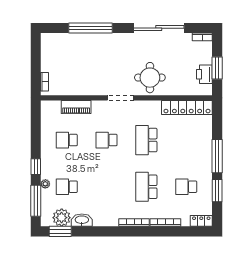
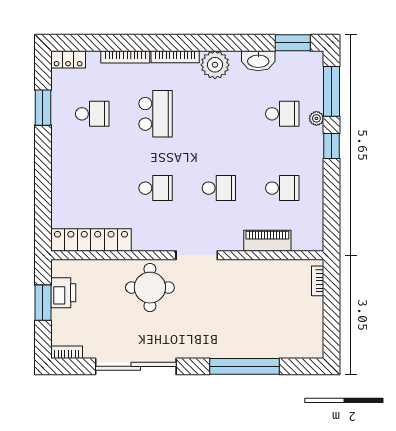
school desk: (146, 140) -> (156, 188), width x0.54
window: (217, 156) -> (43, 162), removed
plant: (62, 218) -> (215, 65), moved

